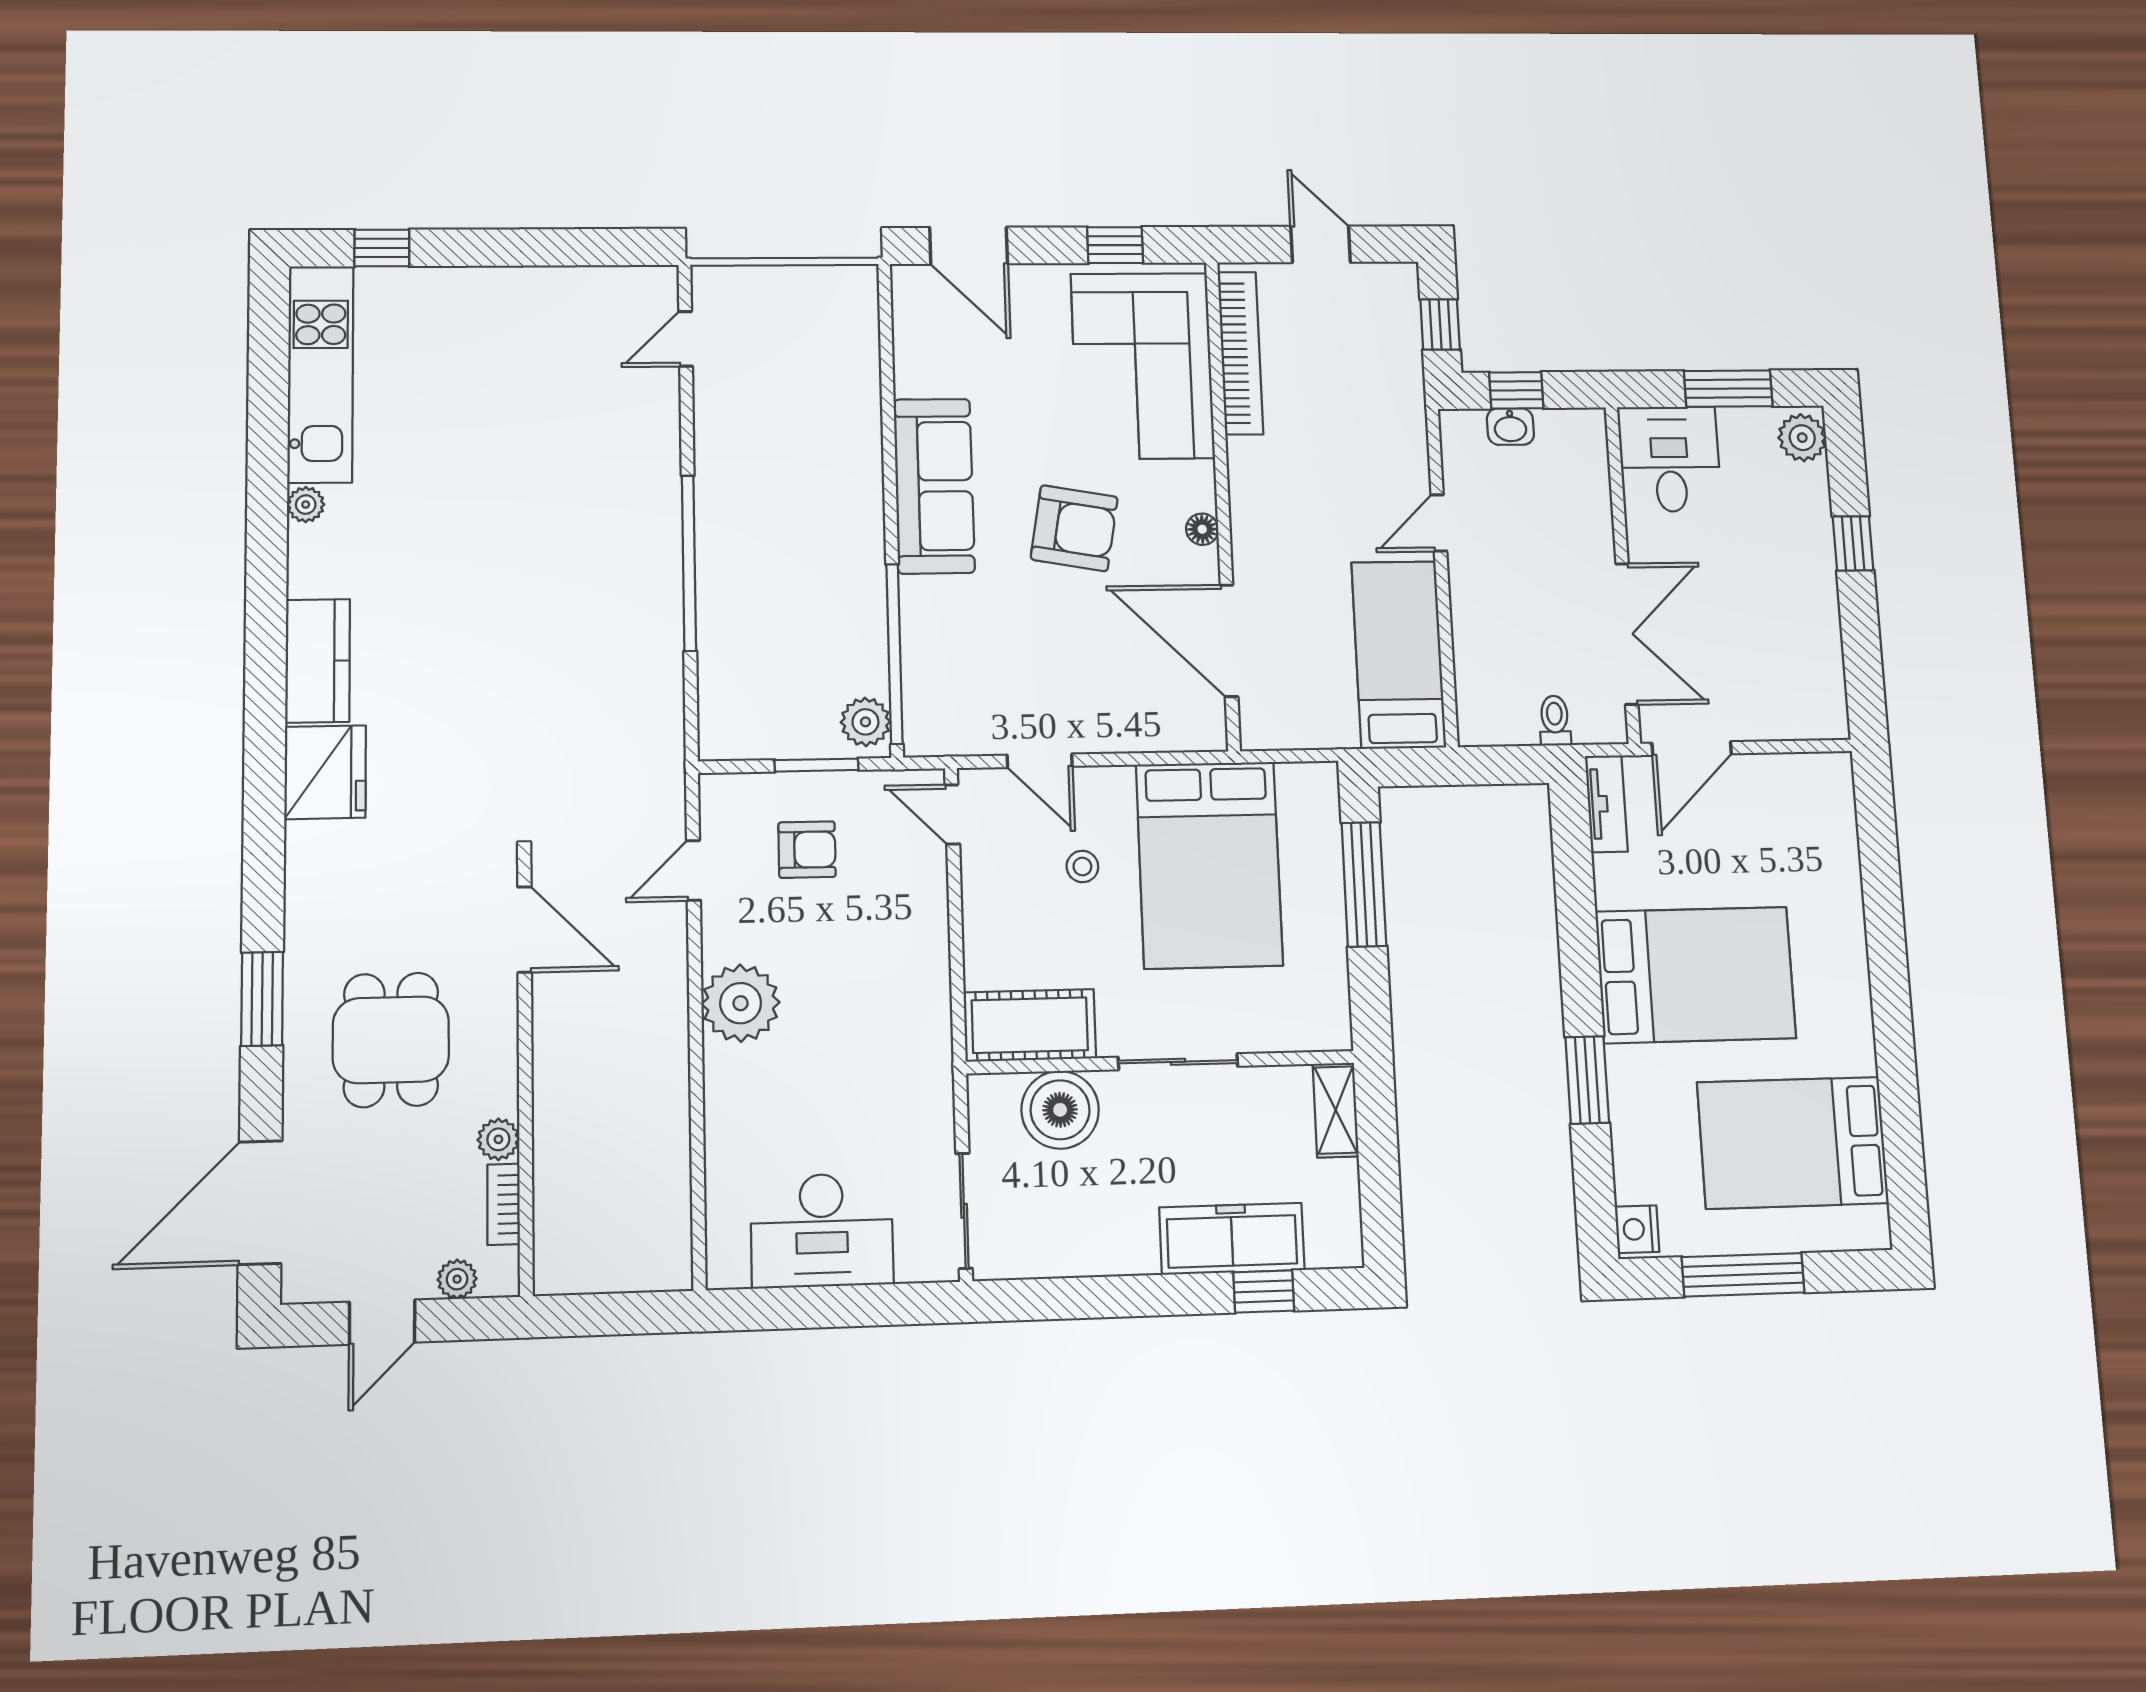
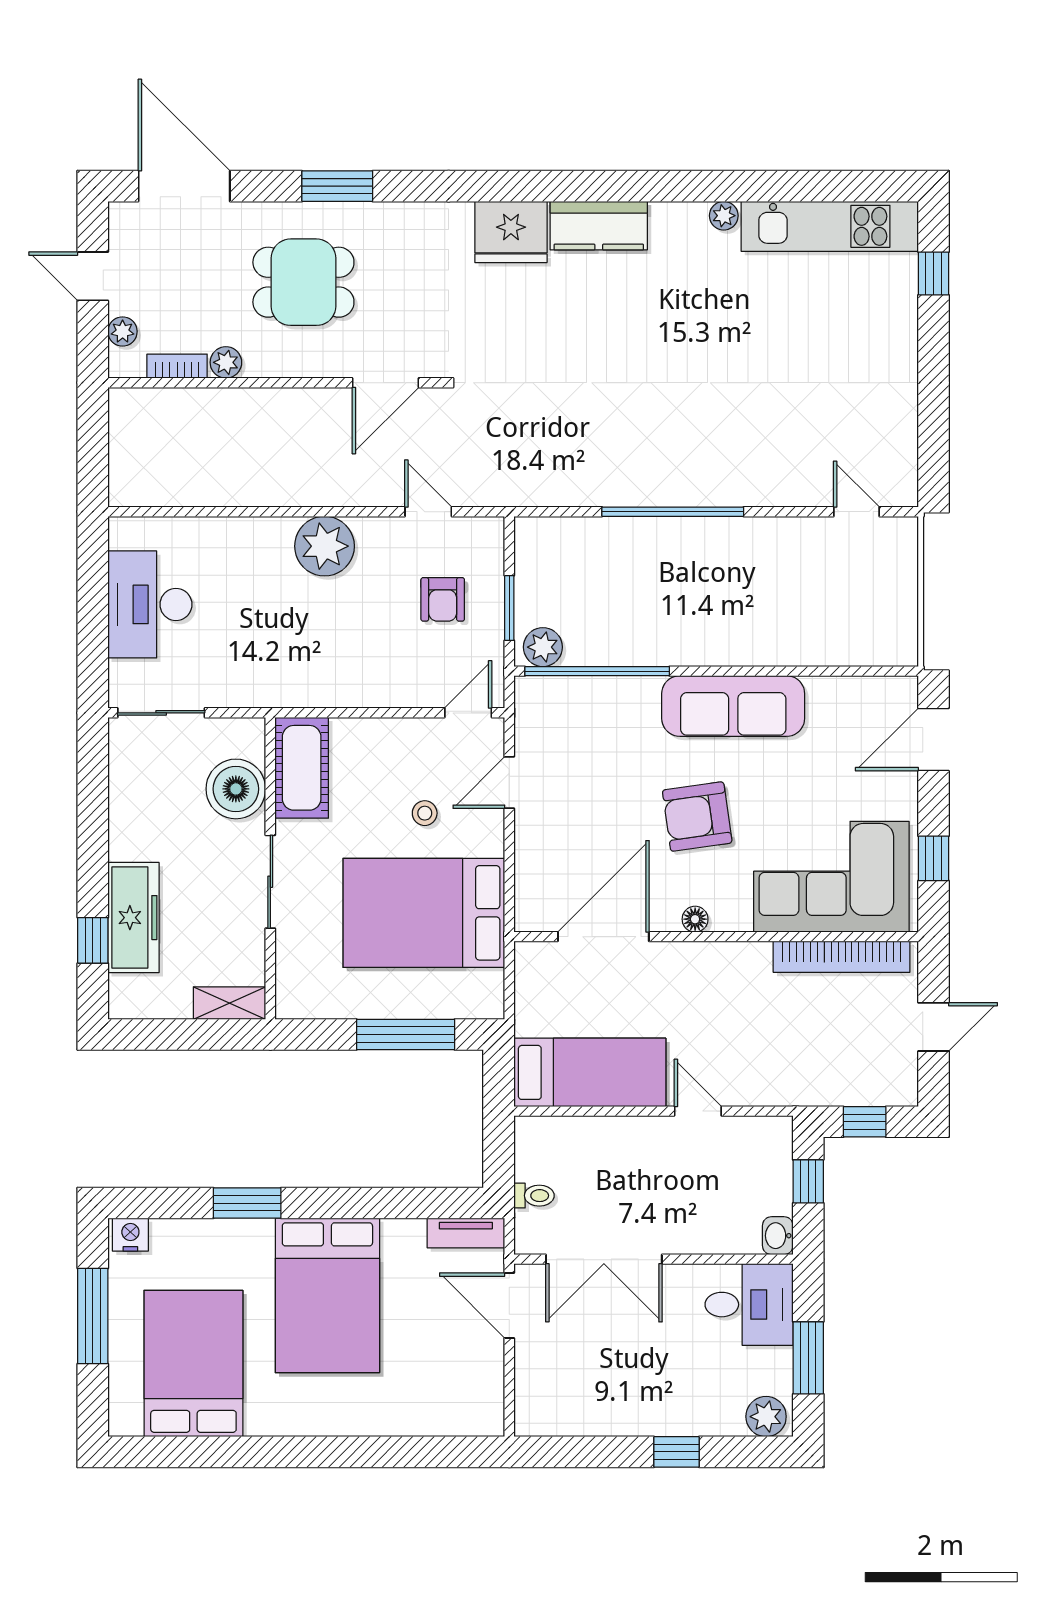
washbasin: (1510, 427) -> (778, 1236), moved
armchair: (1074, 528) -> (697, 817), turned 72

